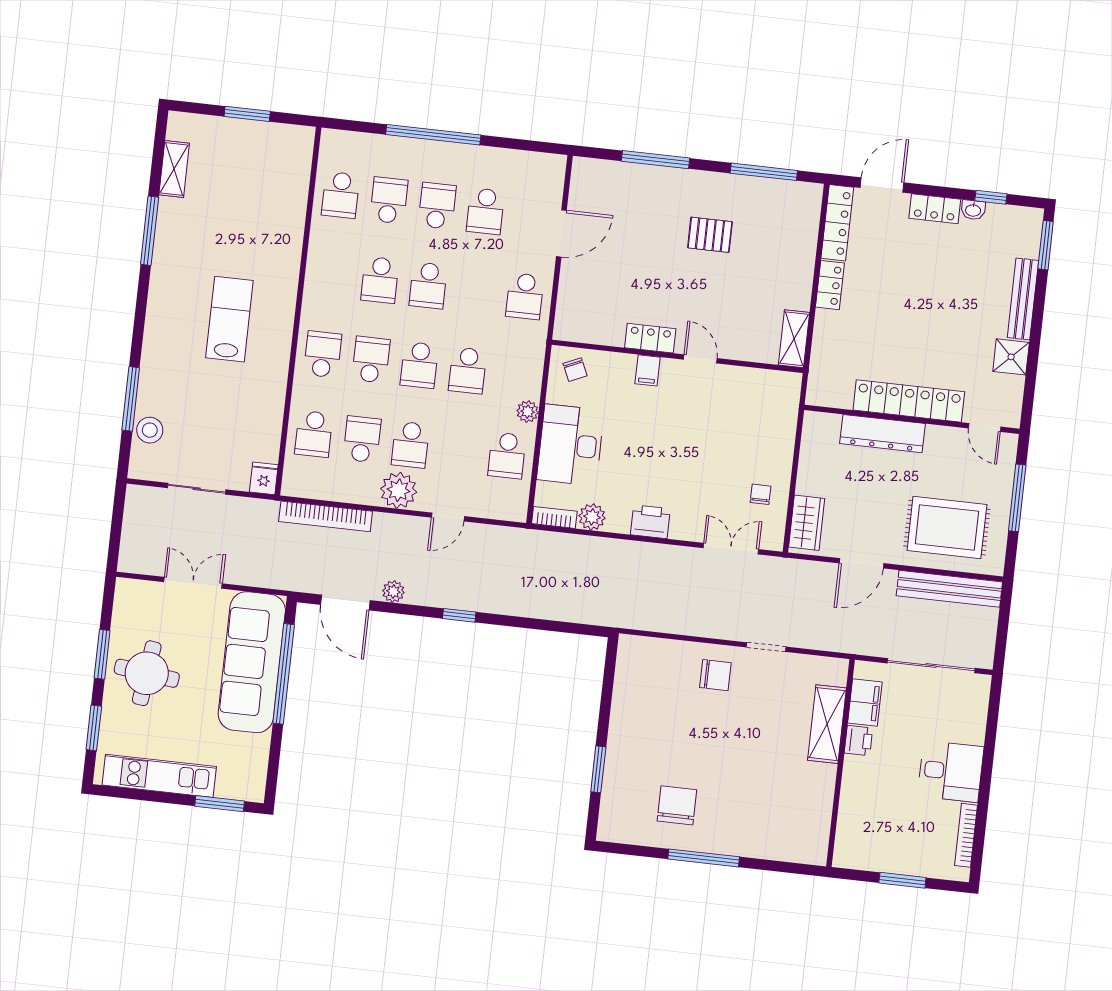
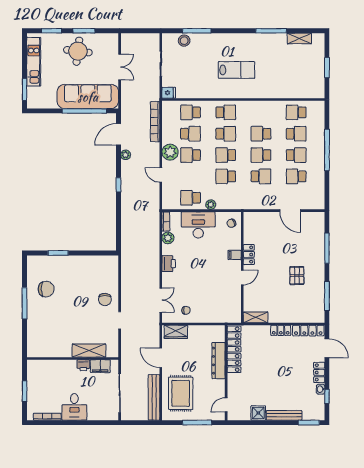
school desk: (525, 296) -> (261, 176), moved, turned 180
locker: (909, 401) -> (234, 349), moved

